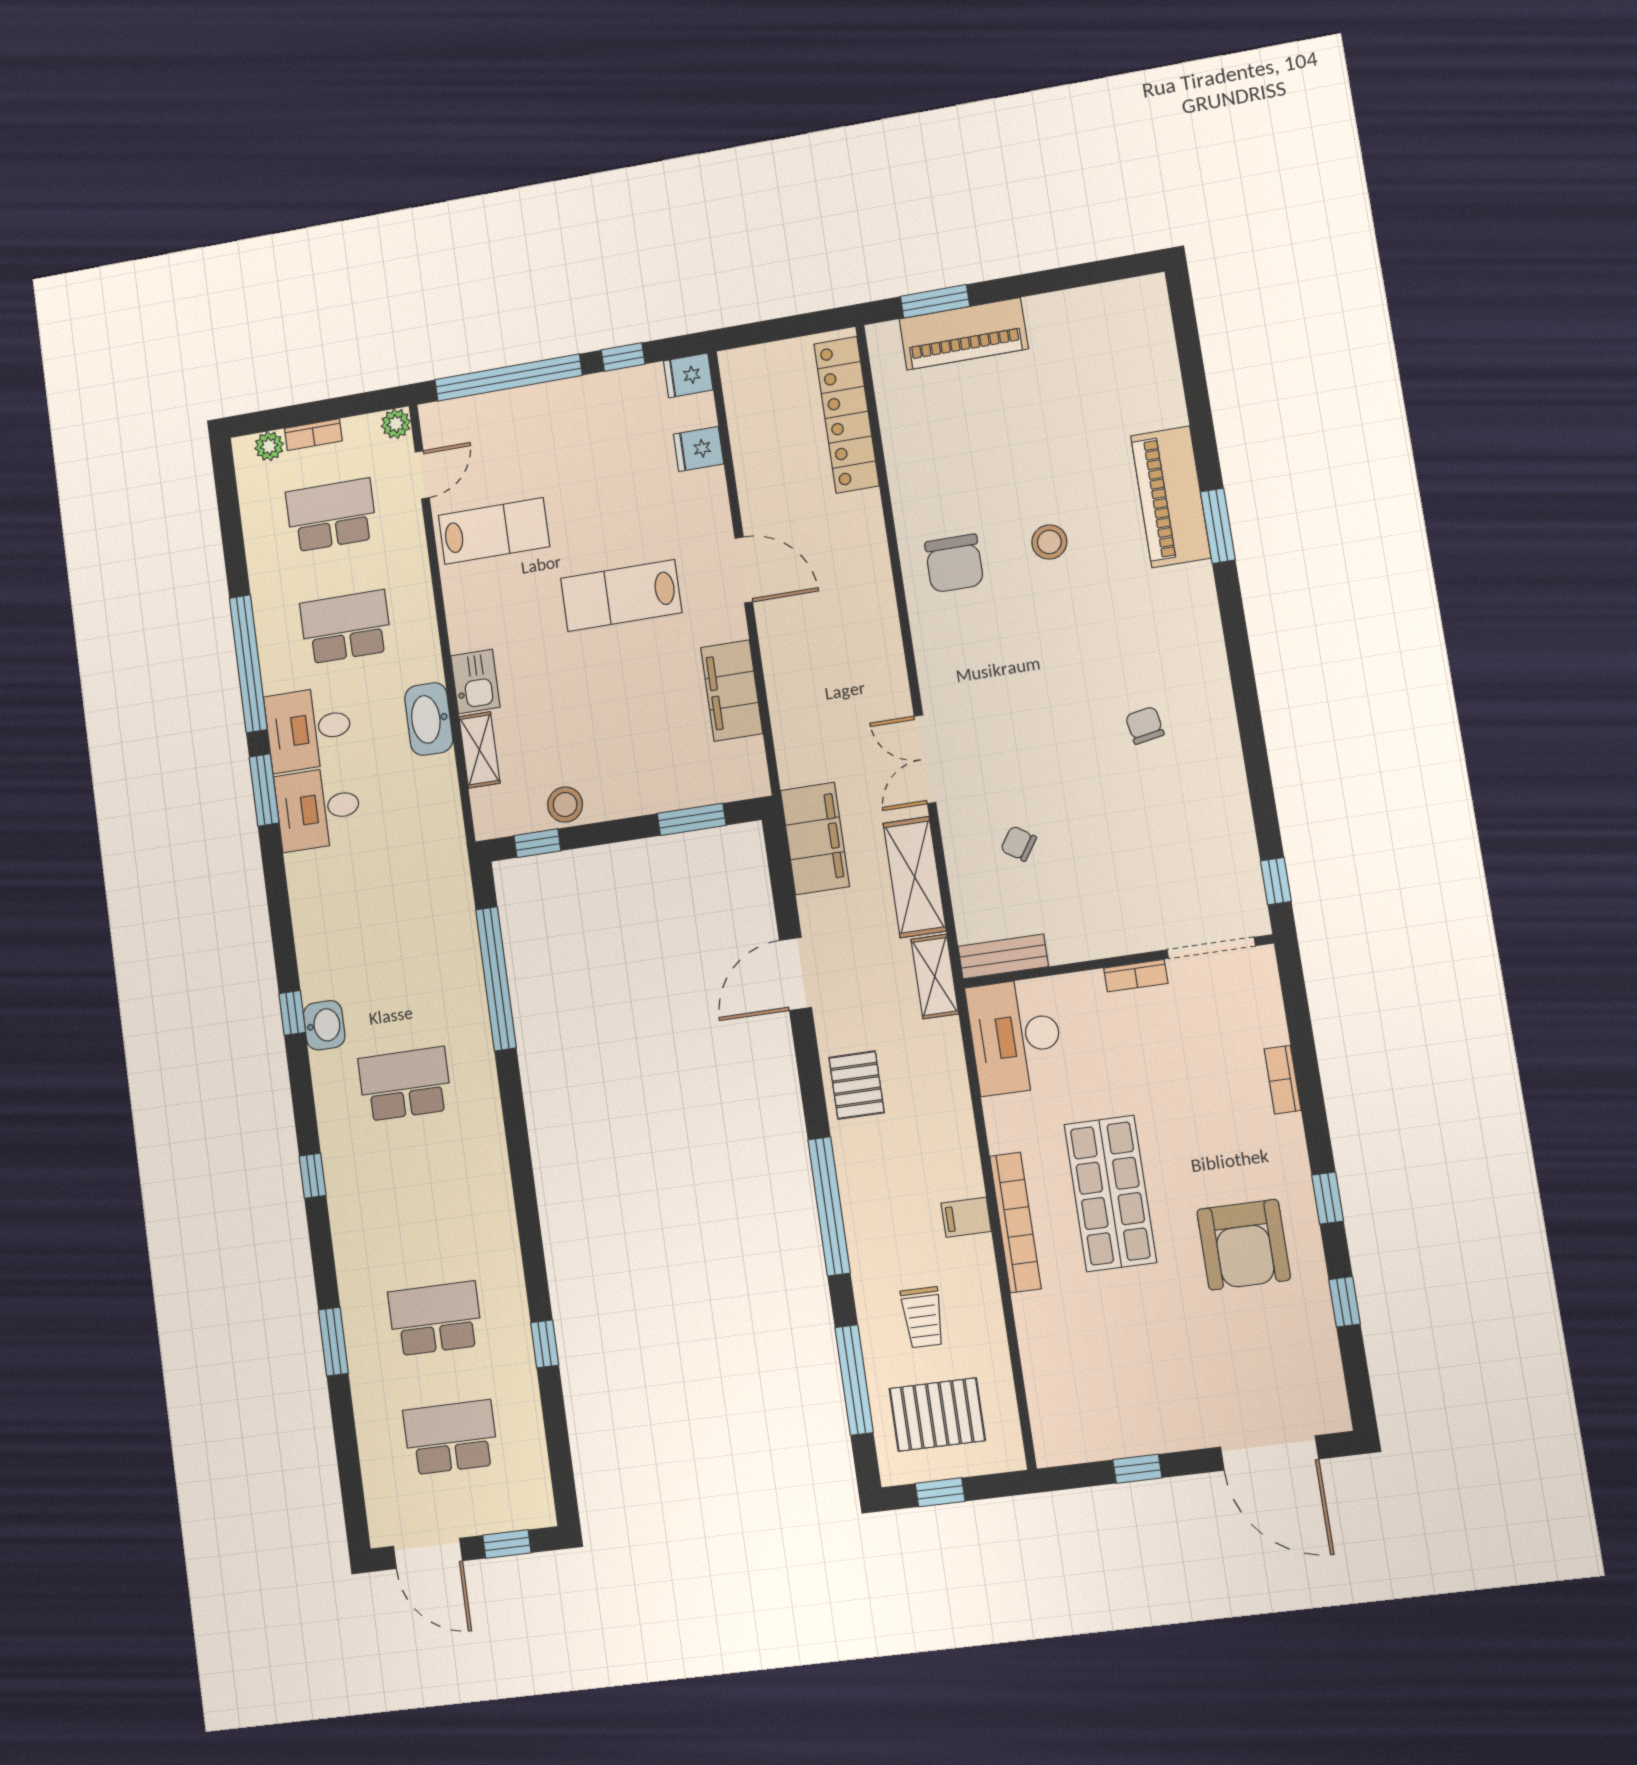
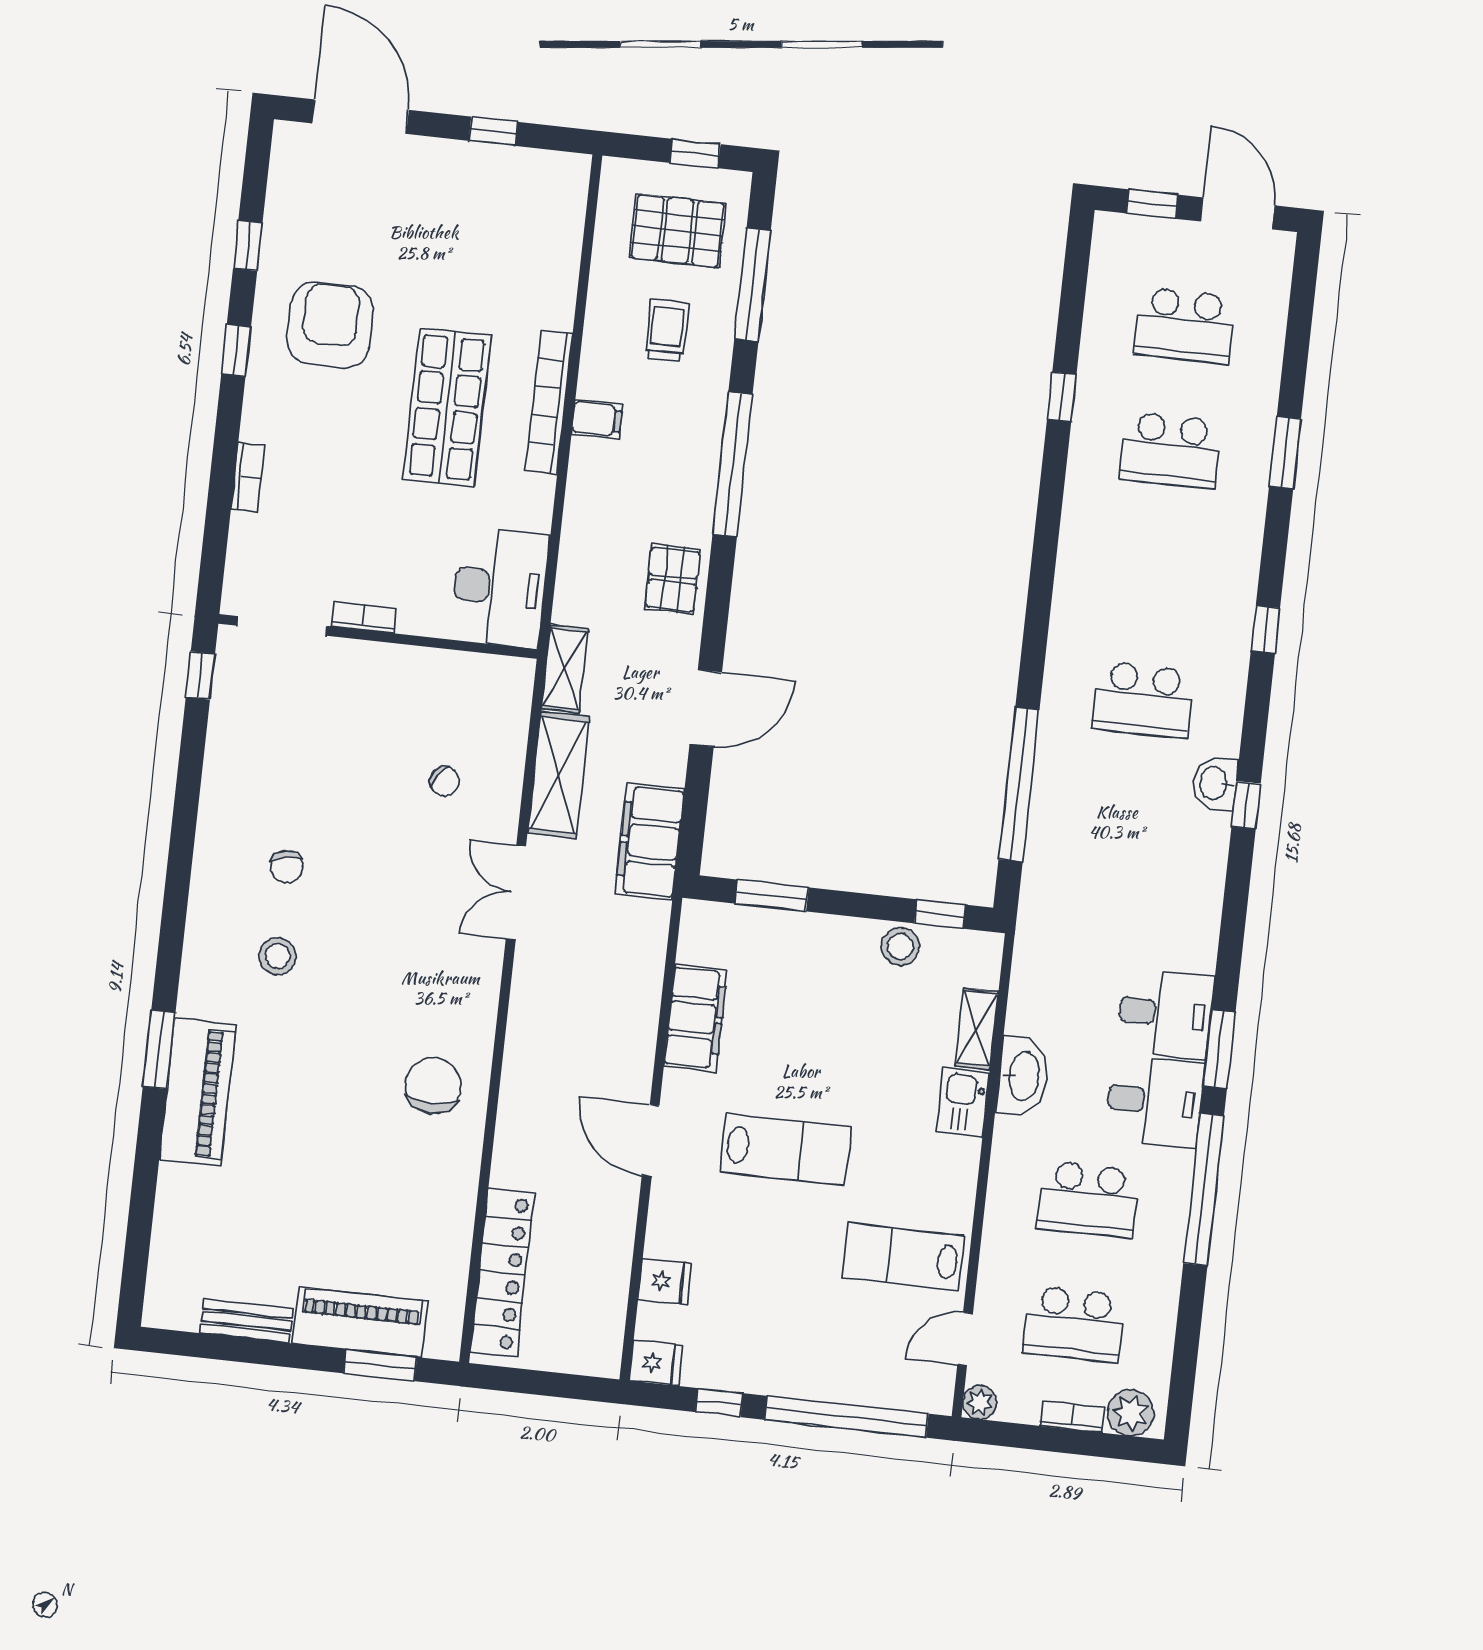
plant: (269, 446) -> (1131, 1413), width x1.38, depth x1.38
stool: (1049, 542) -> (278, 956), moved
double door: (925, 759) -> (516, 892), swing flipped
bench: (1003, 956) -> (246, 1321), moved

